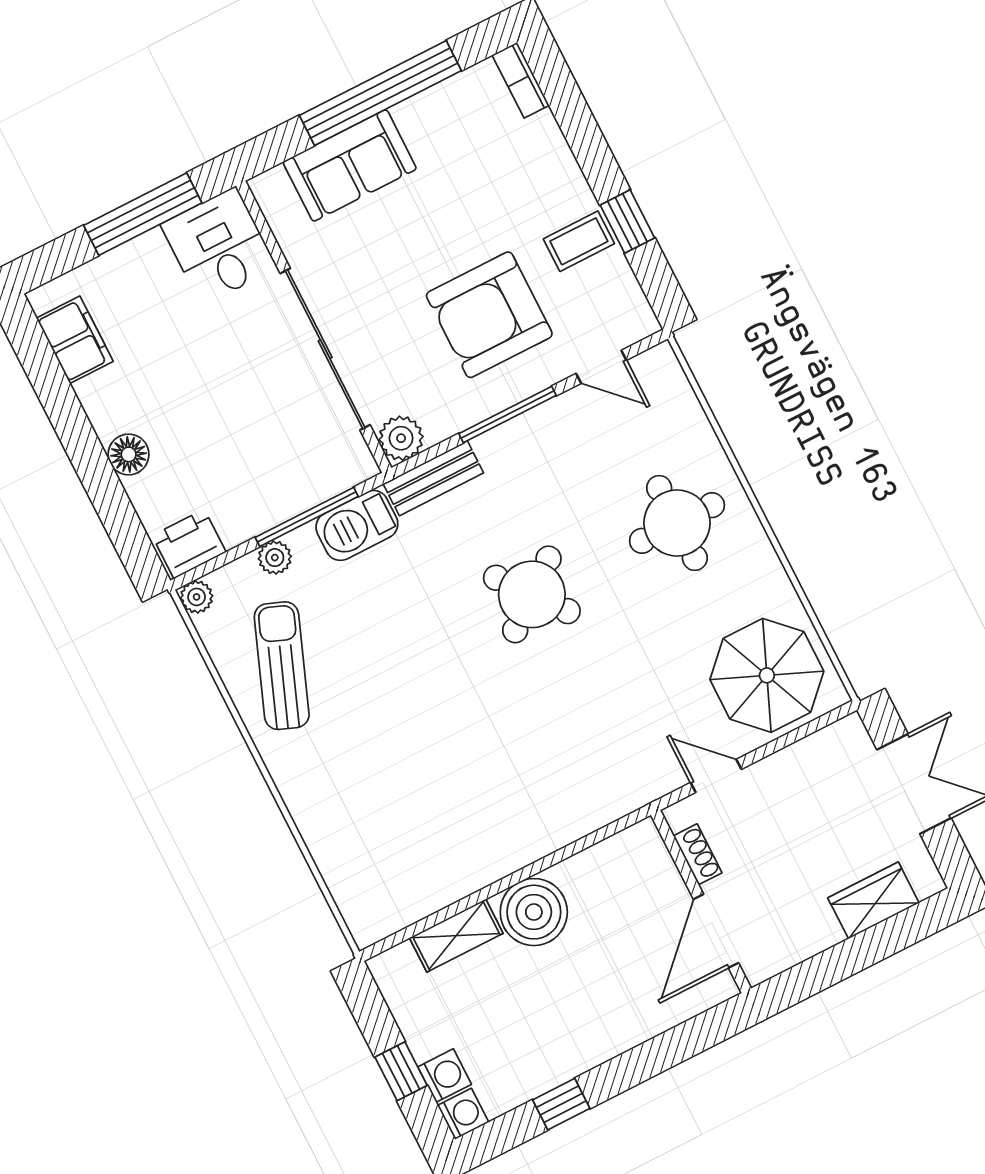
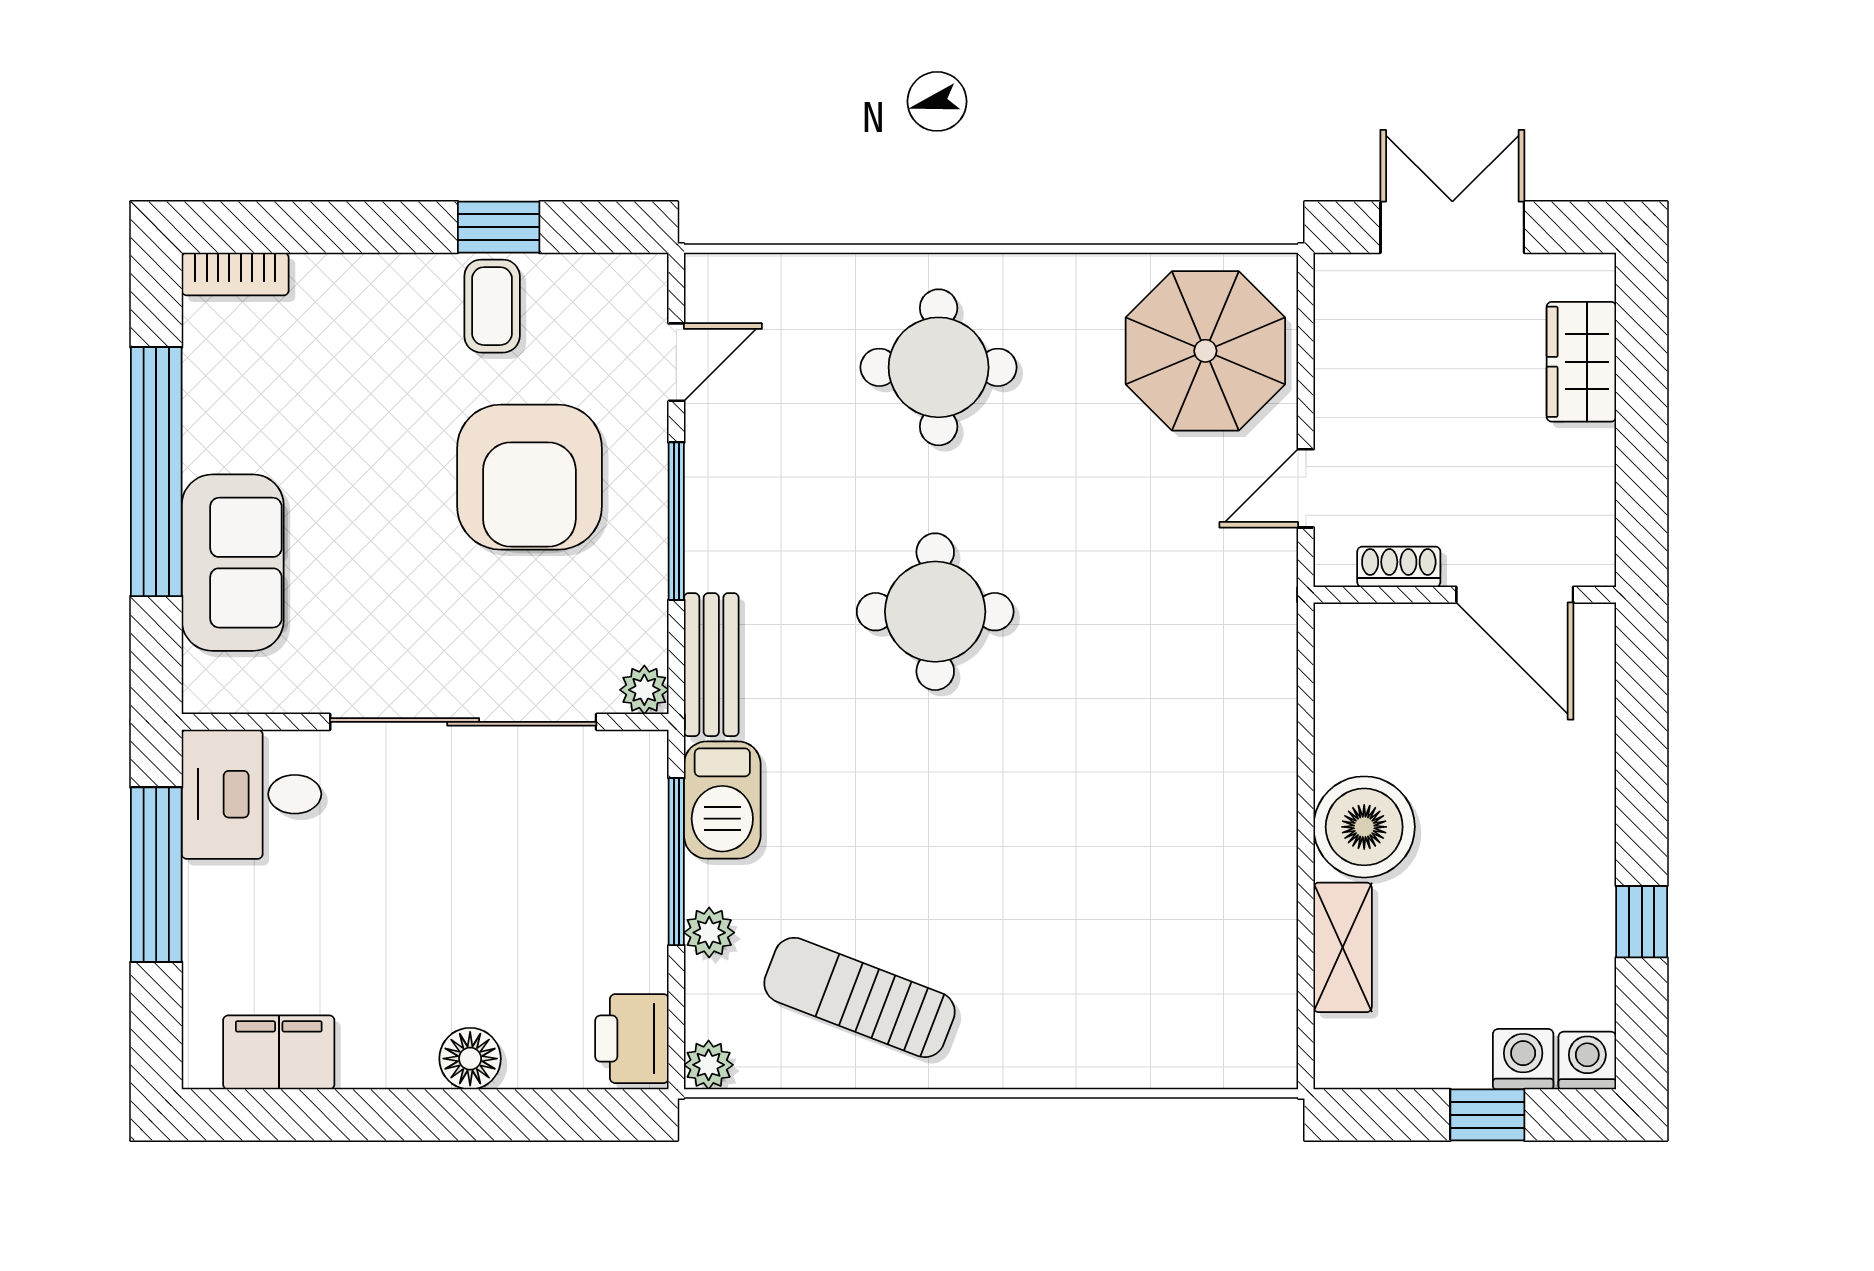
plant: (401, 438) -> (644, 690), width x0.73, depth x0.73
round table: (532, 594) -> (935, 612), turned 38

